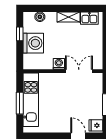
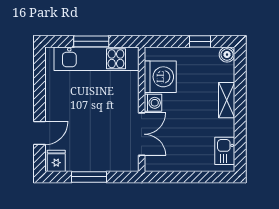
boiler: (40, 17) -> (227, 55), moved
shelving: (69, 17) -> (227, 100), moved
washing machine: (33, 43) -> (160, 77), moved, turned -90

